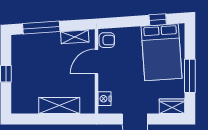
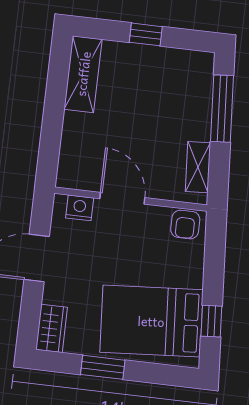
door: (97, 61) -> (122, 198), moved
window: (190, 76) -> (103, 367), width x0.69
shelving: (59, 105) -> (83, 74), moved

